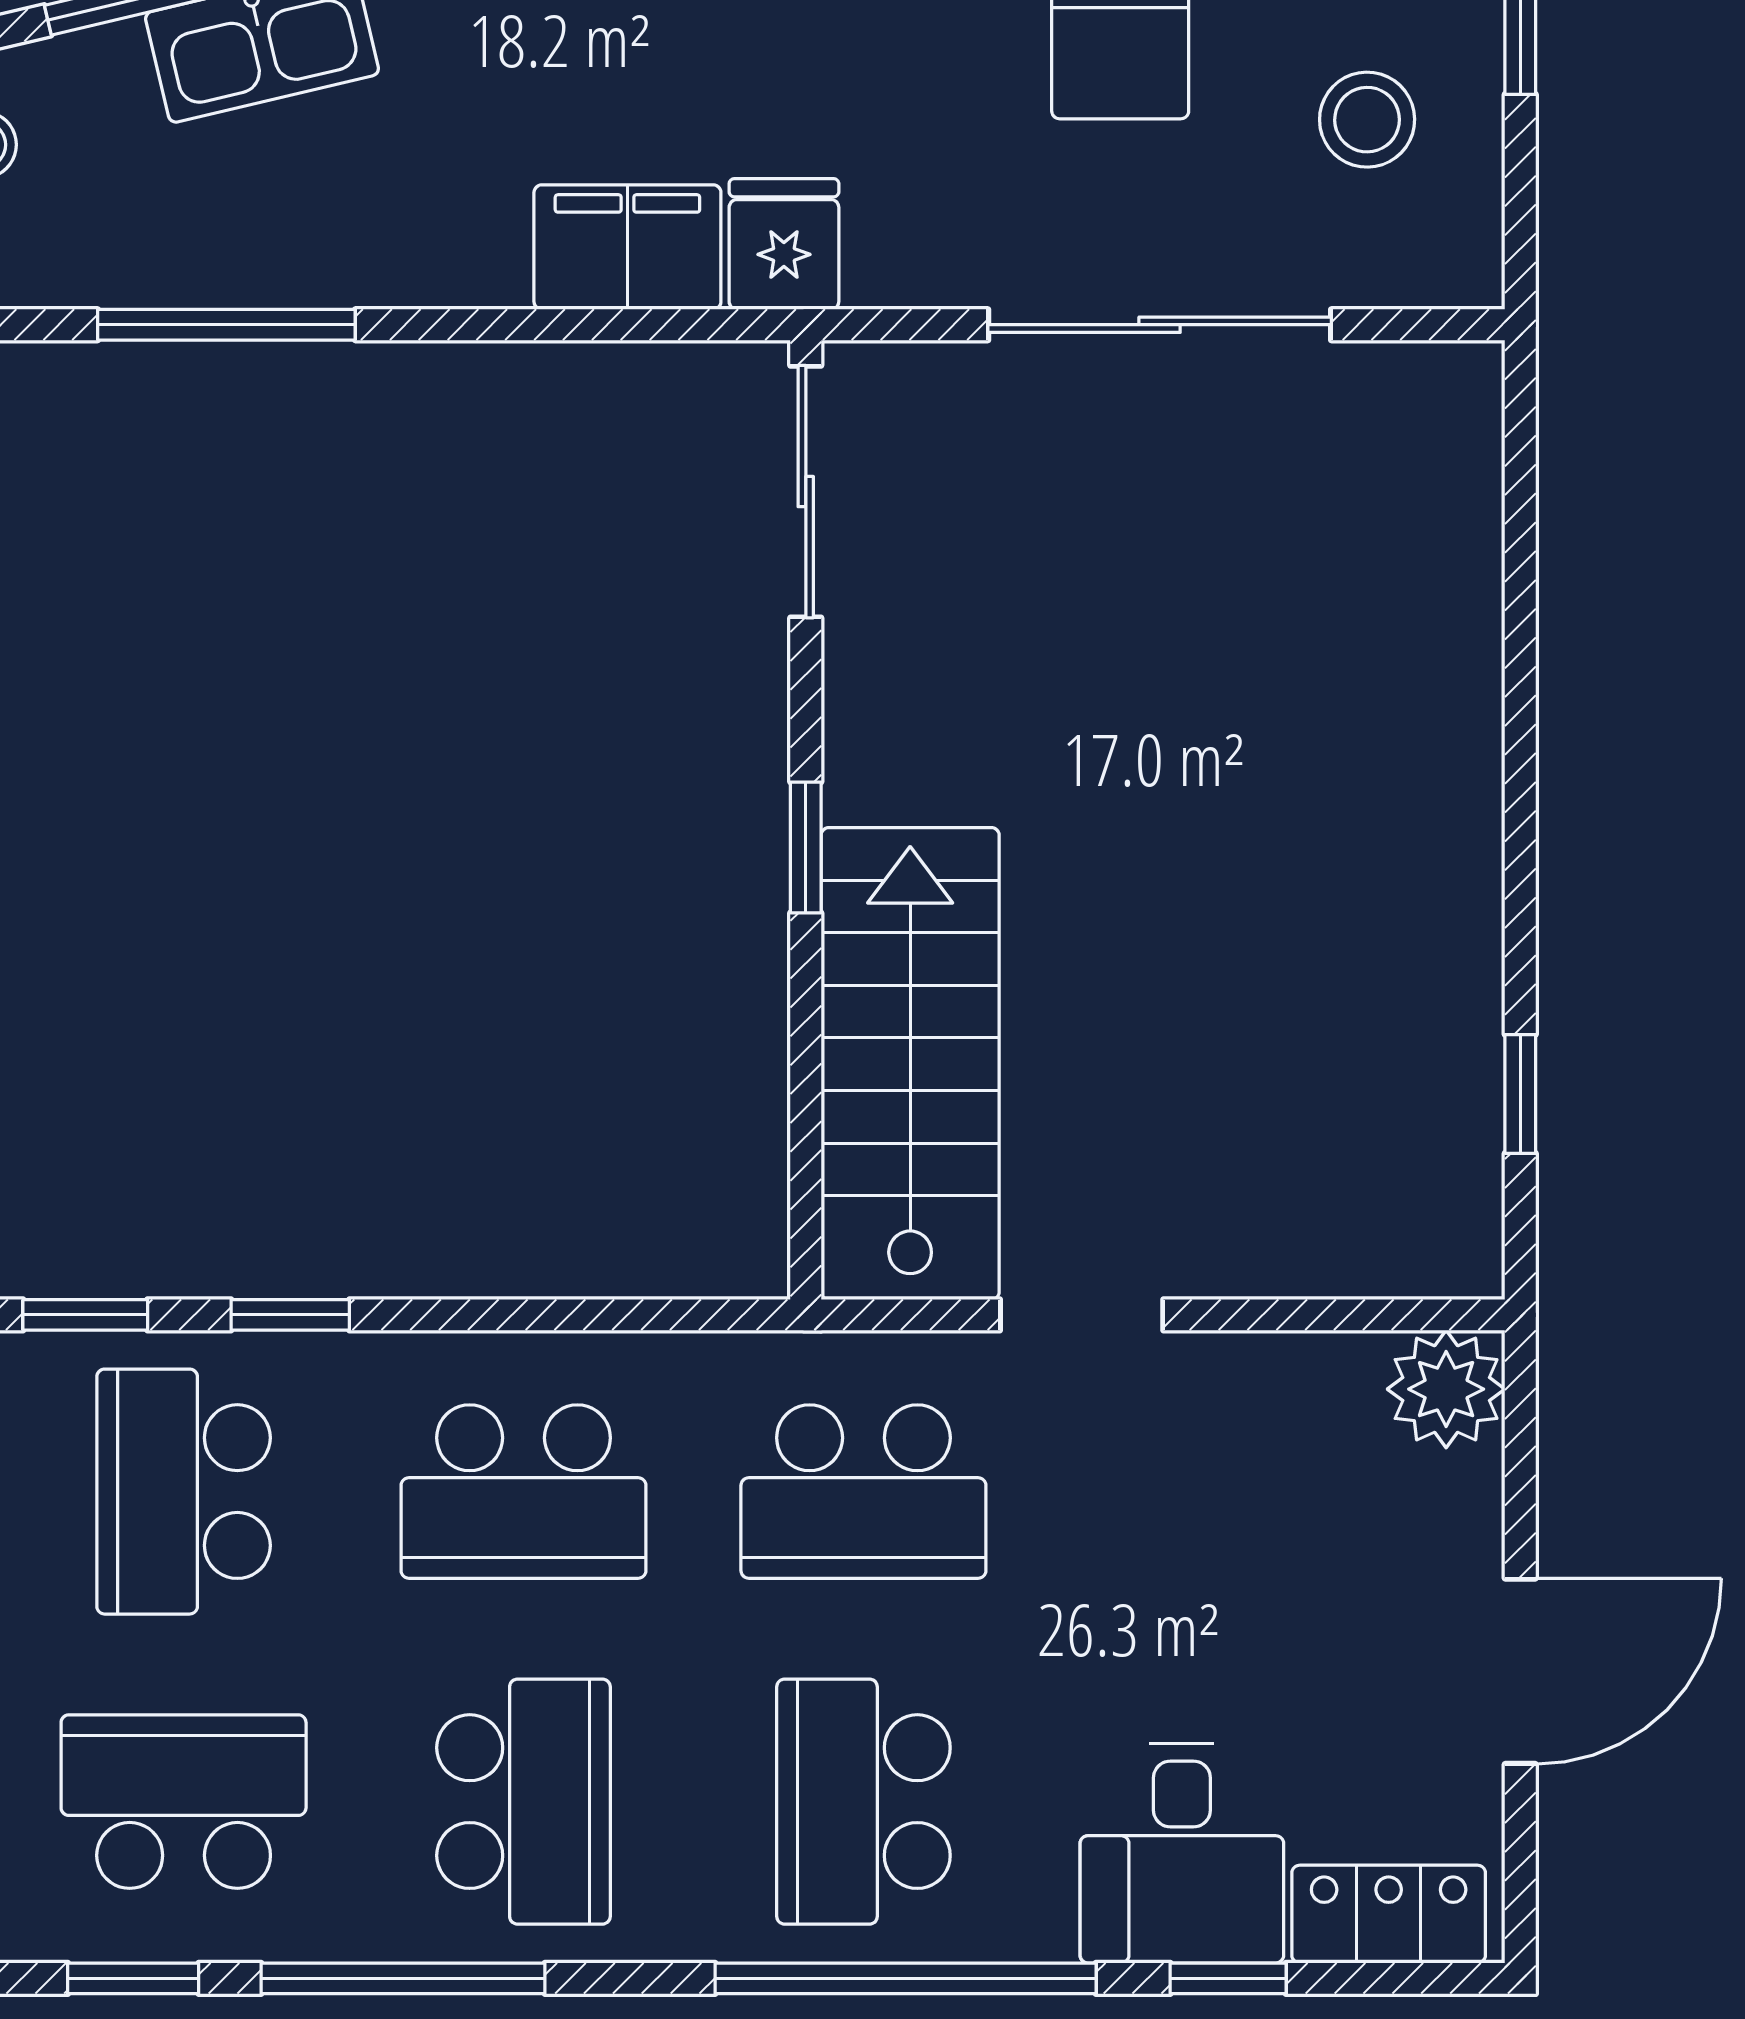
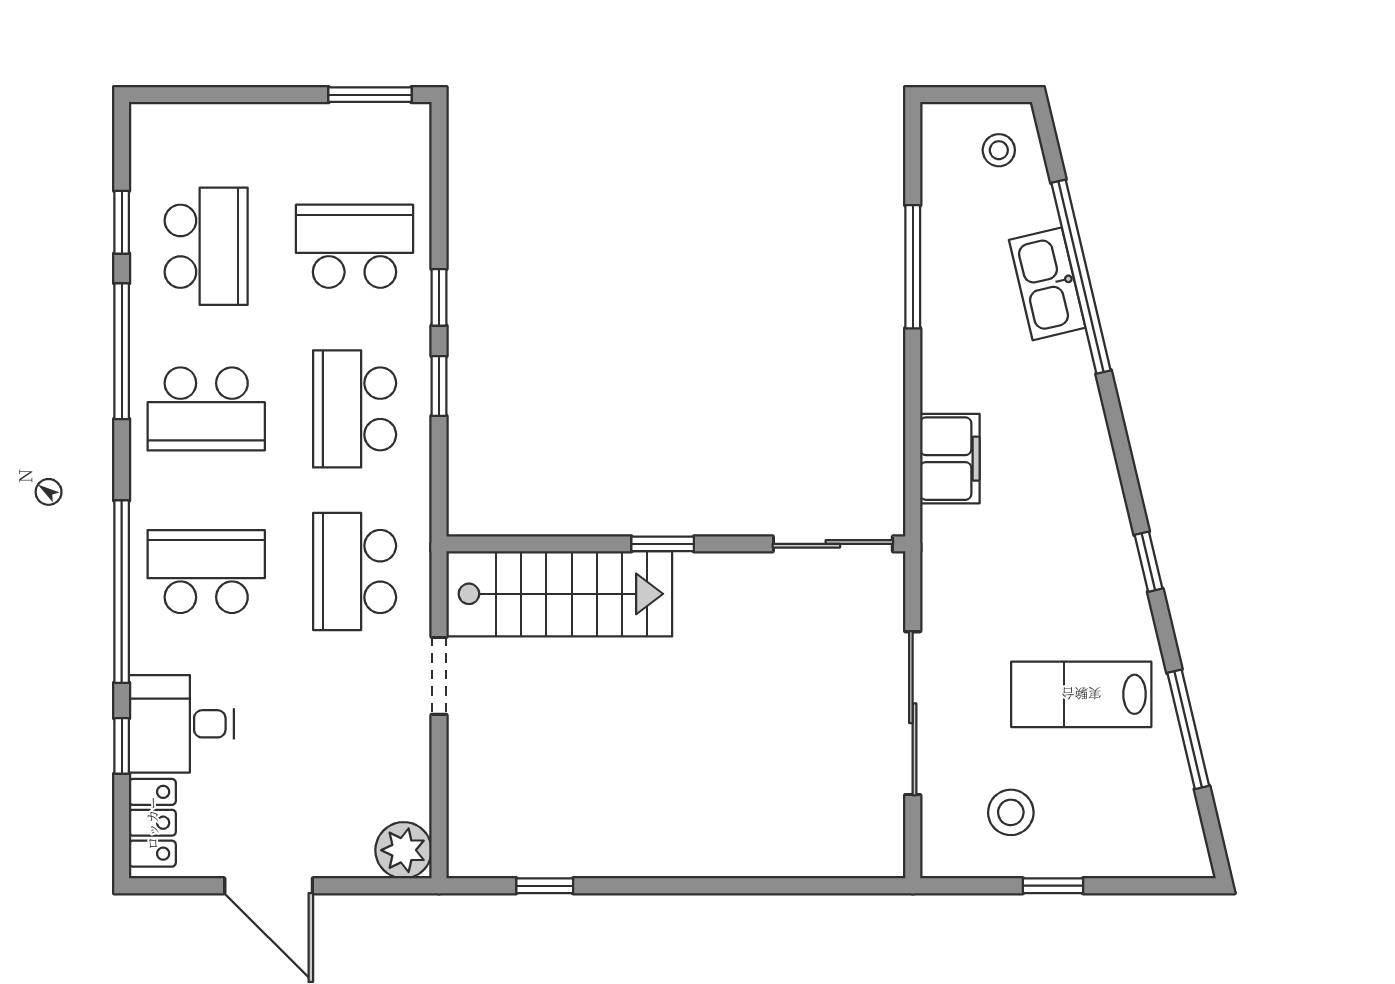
fridge: (784, 244) -> (951, 533), removed
window: (85, 1315) -> (439, 386), moved

